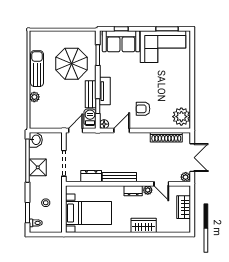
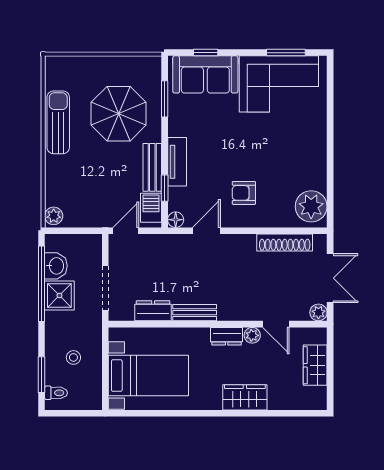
plant: (34, 97) -> (54, 216), moved
washbasin: (36, 140) -> (56, 266), moved
bench: (119, 177) -> (195, 313), width x0.73

